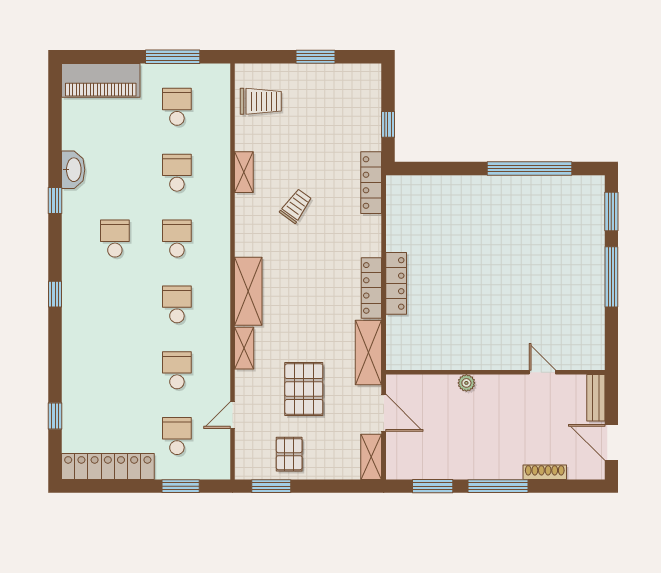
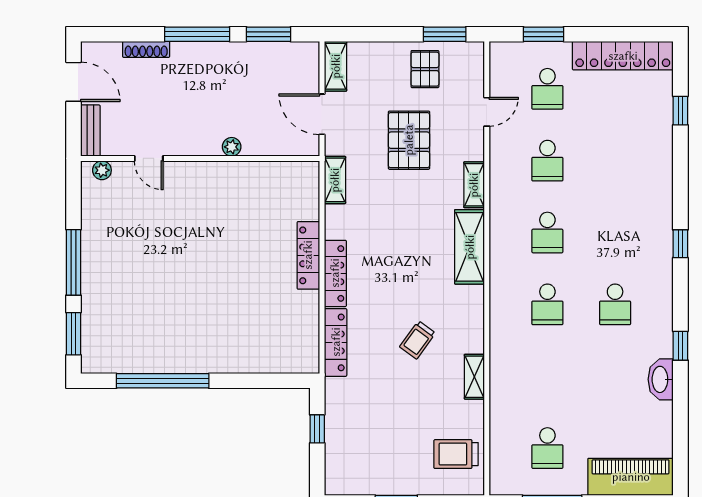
school desk: (177, 173) -> (547, 376), removed
locker: (371, 183) -> (336, 342), moved
locker: (371, 288) -> (335, 273), moved
shelving: (368, 353) -> (335, 180), width x0.67, depth x0.75
plant: (585, 361) -> (102, 170), added

